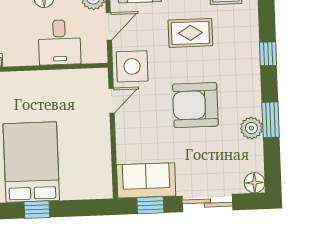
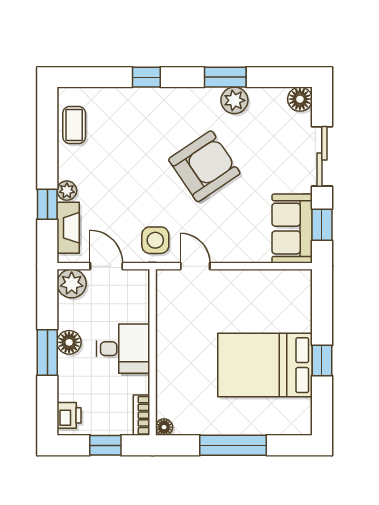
rug: (190, 33) -> (118, 169), removed
desk: (59, 42) -> (123, 349), moved
side table: (132, 66) -> (155, 240), width x0.73, depth x0.73
armchair: (195, 105) -> (204, 166), turned -124

